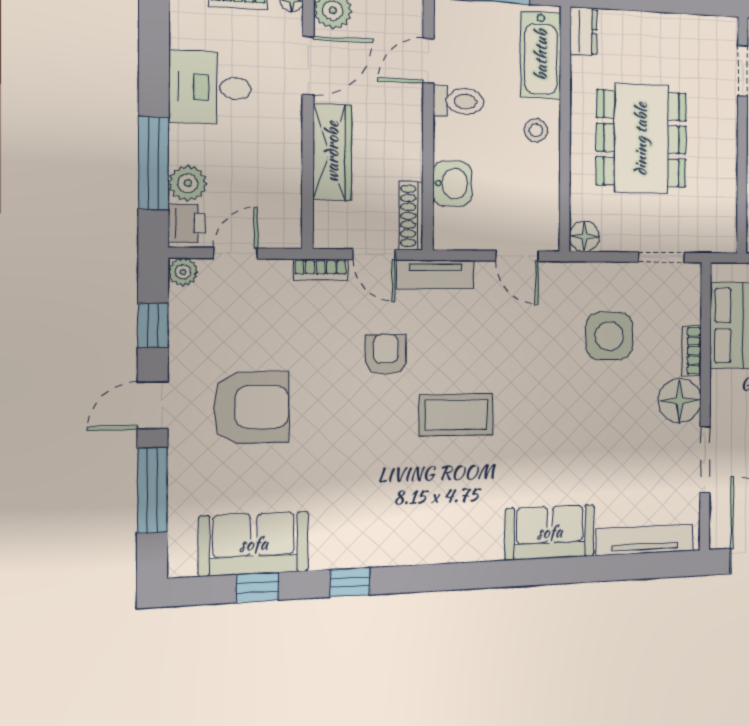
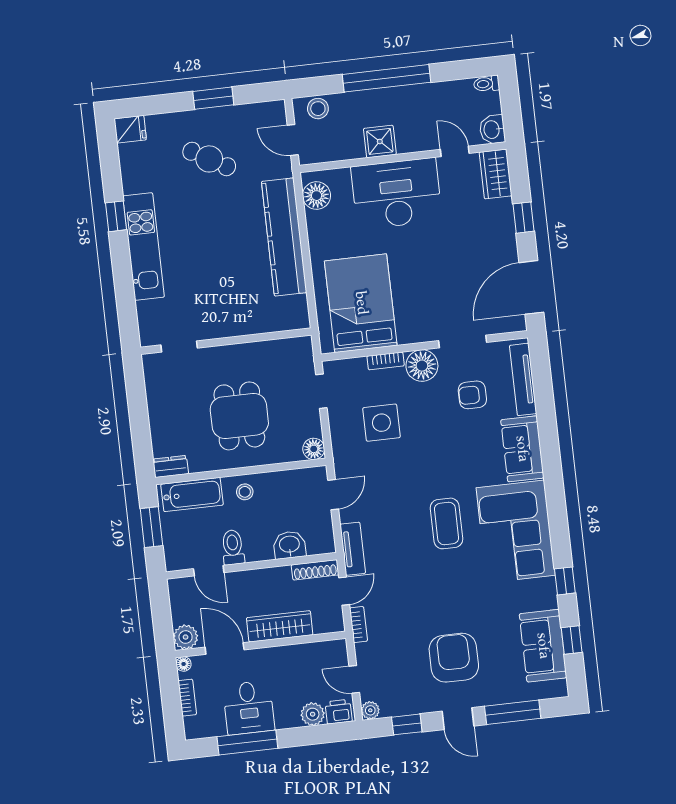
dining table: (641, 139) -> (239, 416), width x0.73
window: (154, 163) -> (247, 743), moved
armchair: (386, 354) -> (472, 395), moved
corner sofa: (433, 514) -> (516, 531), added

